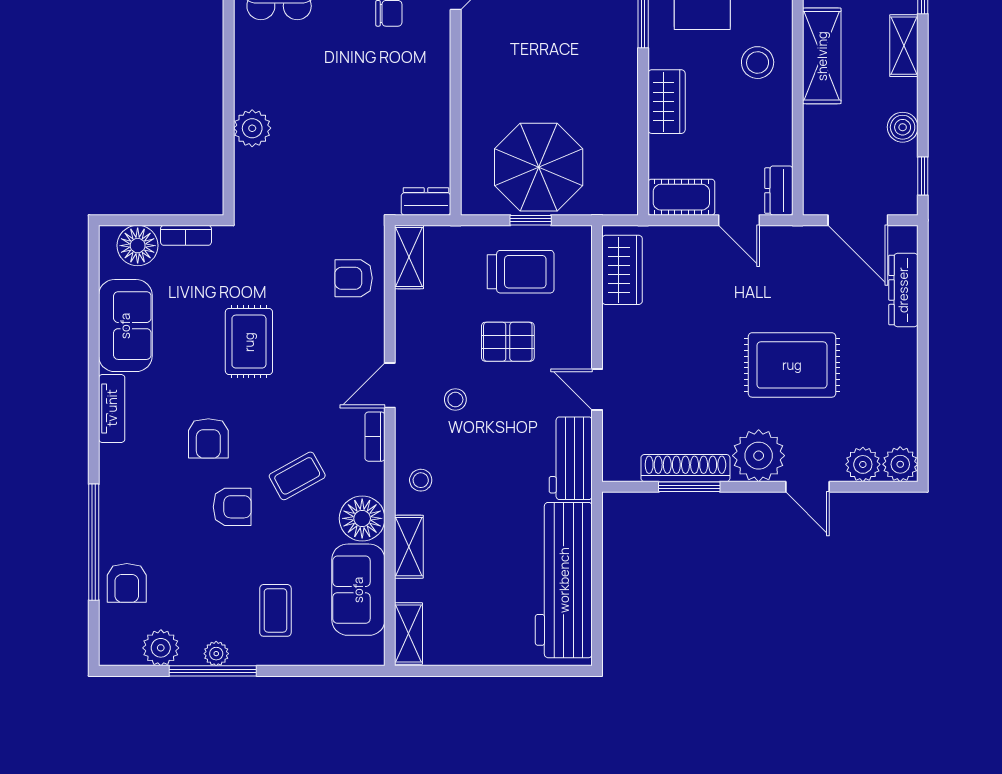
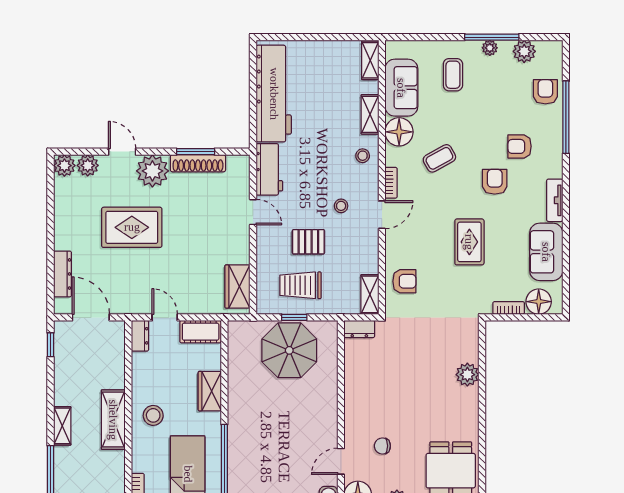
boiler: (903, 127) -> (63, 375), removed
armchair: (232, 507) -> (520, 146), moved

